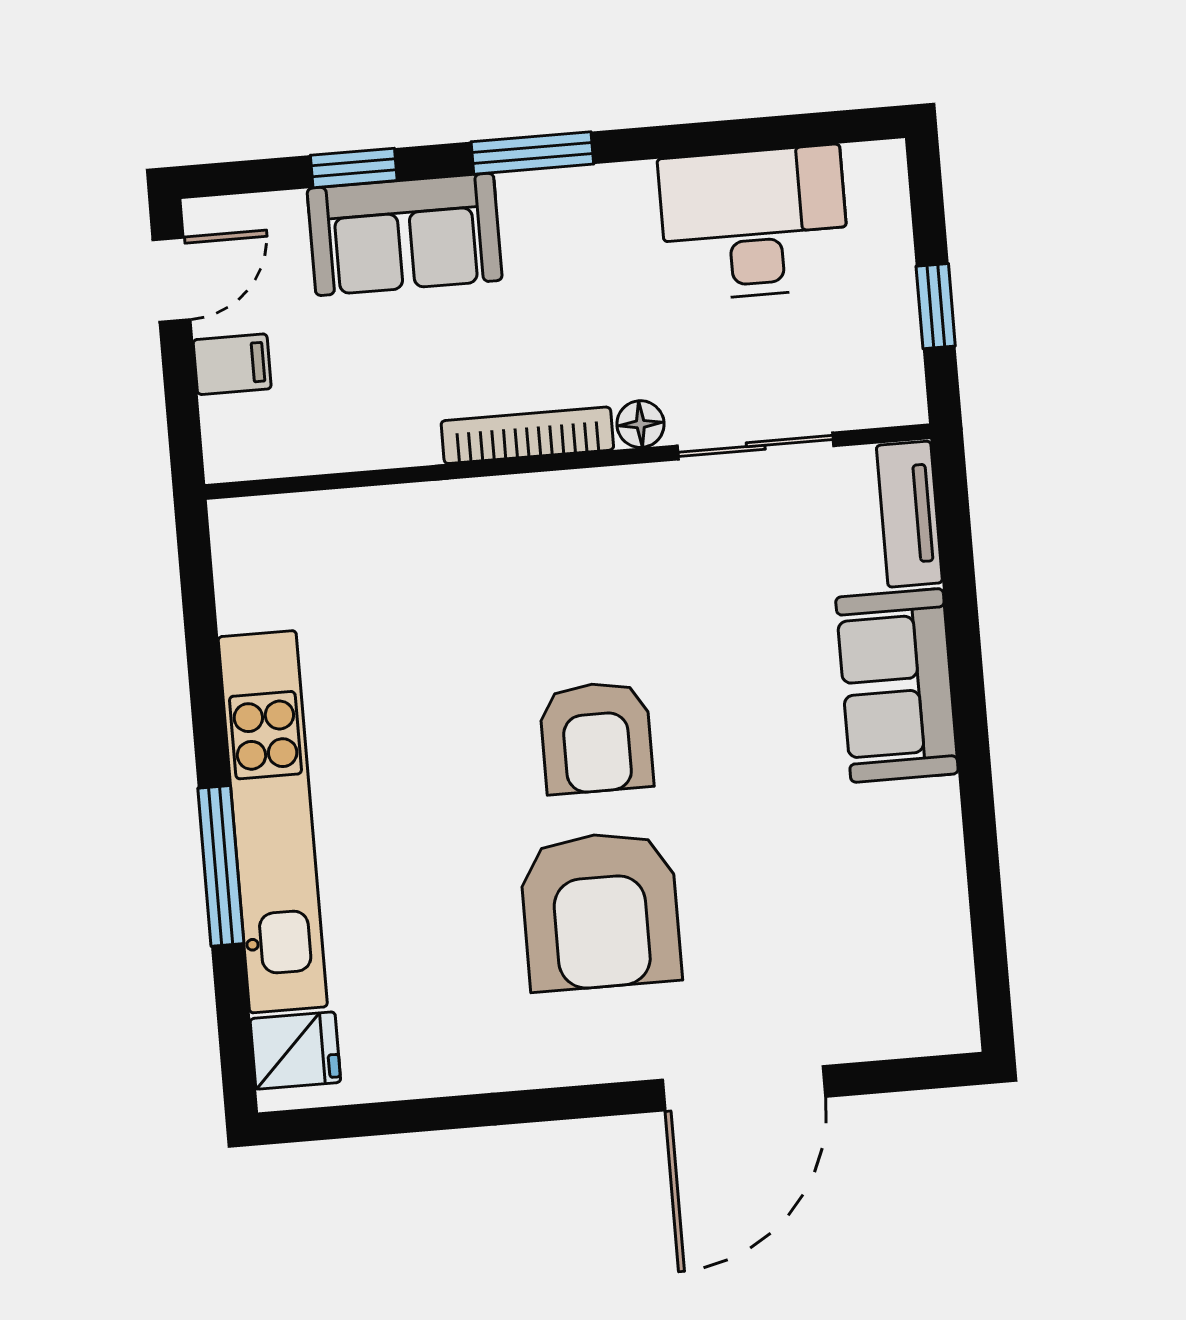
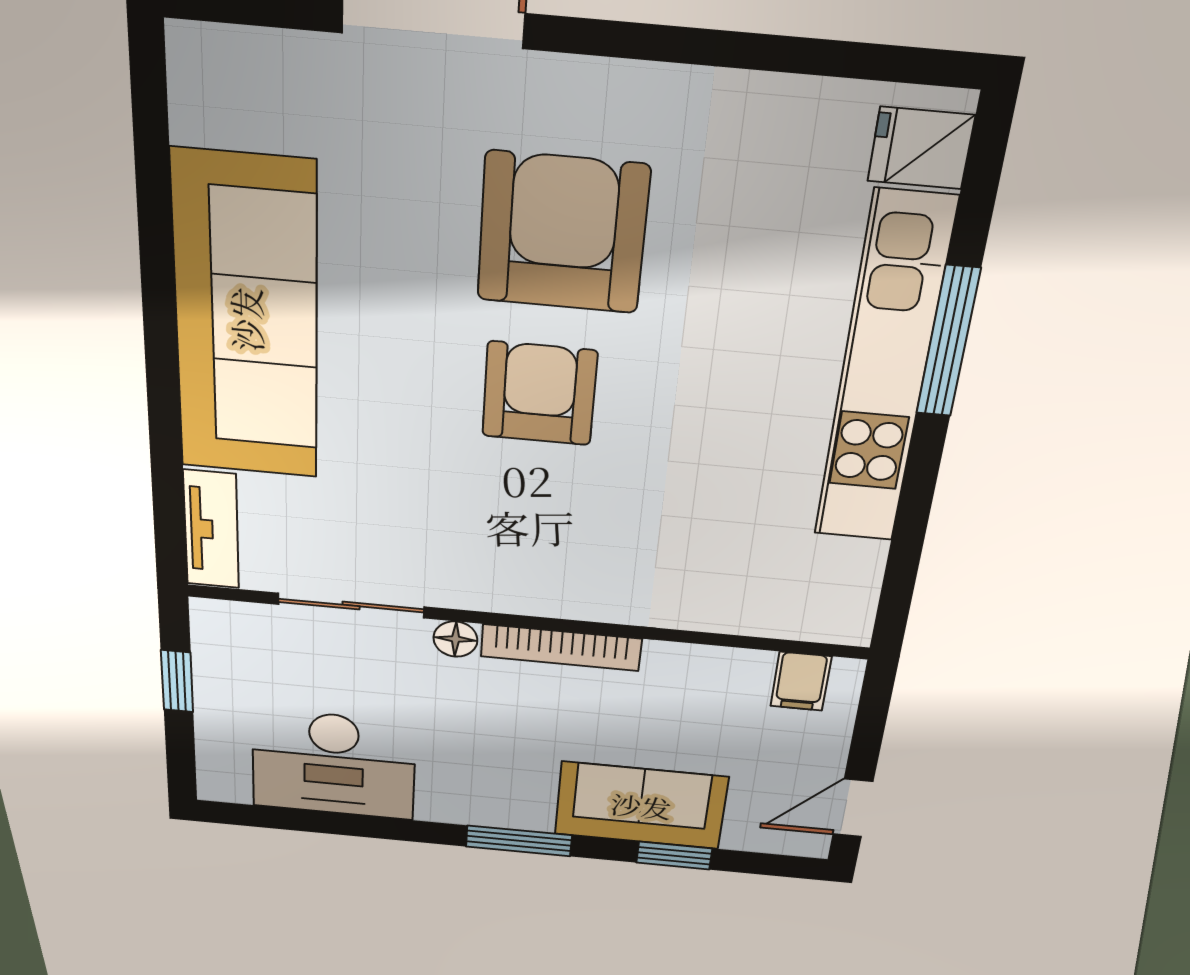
filing cabinet: (232, 364) -> (801, 681), moved, turned -90
sofa: (897, 685) -> (246, 319), width x1.85, depth x1.27

